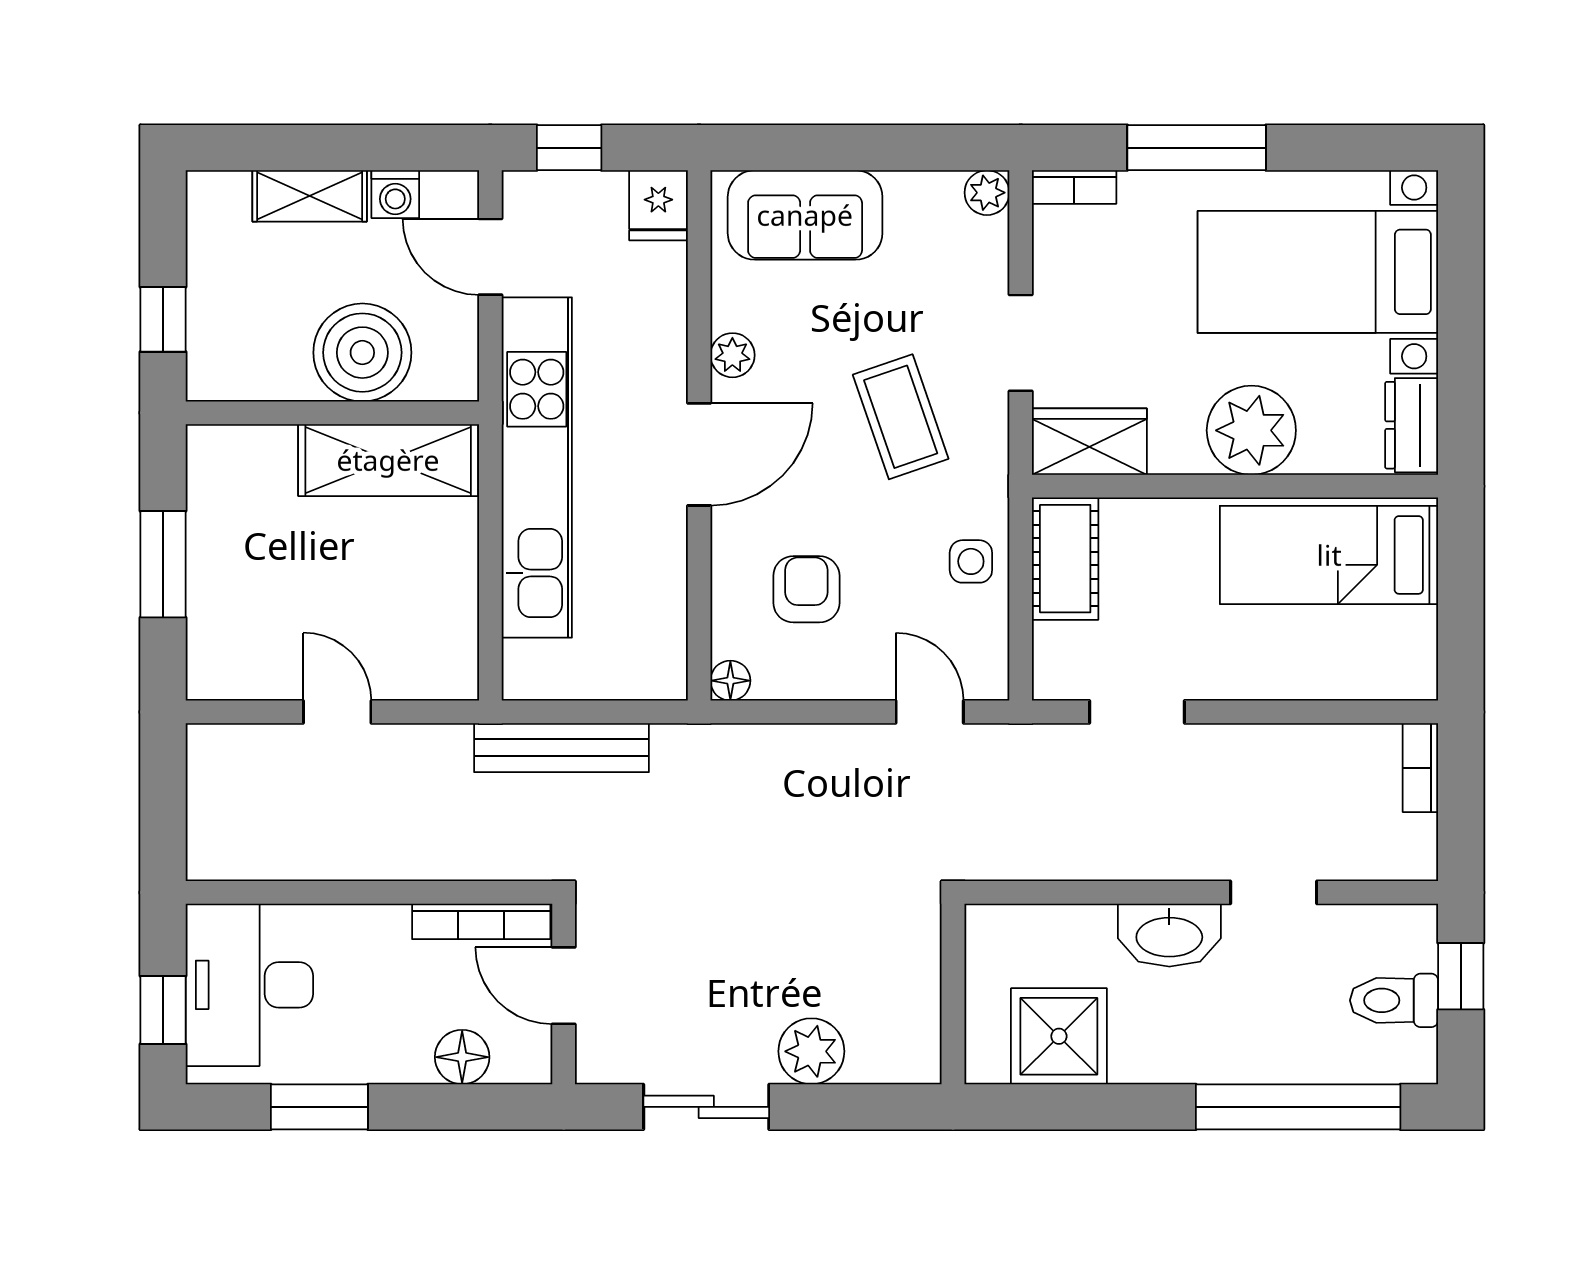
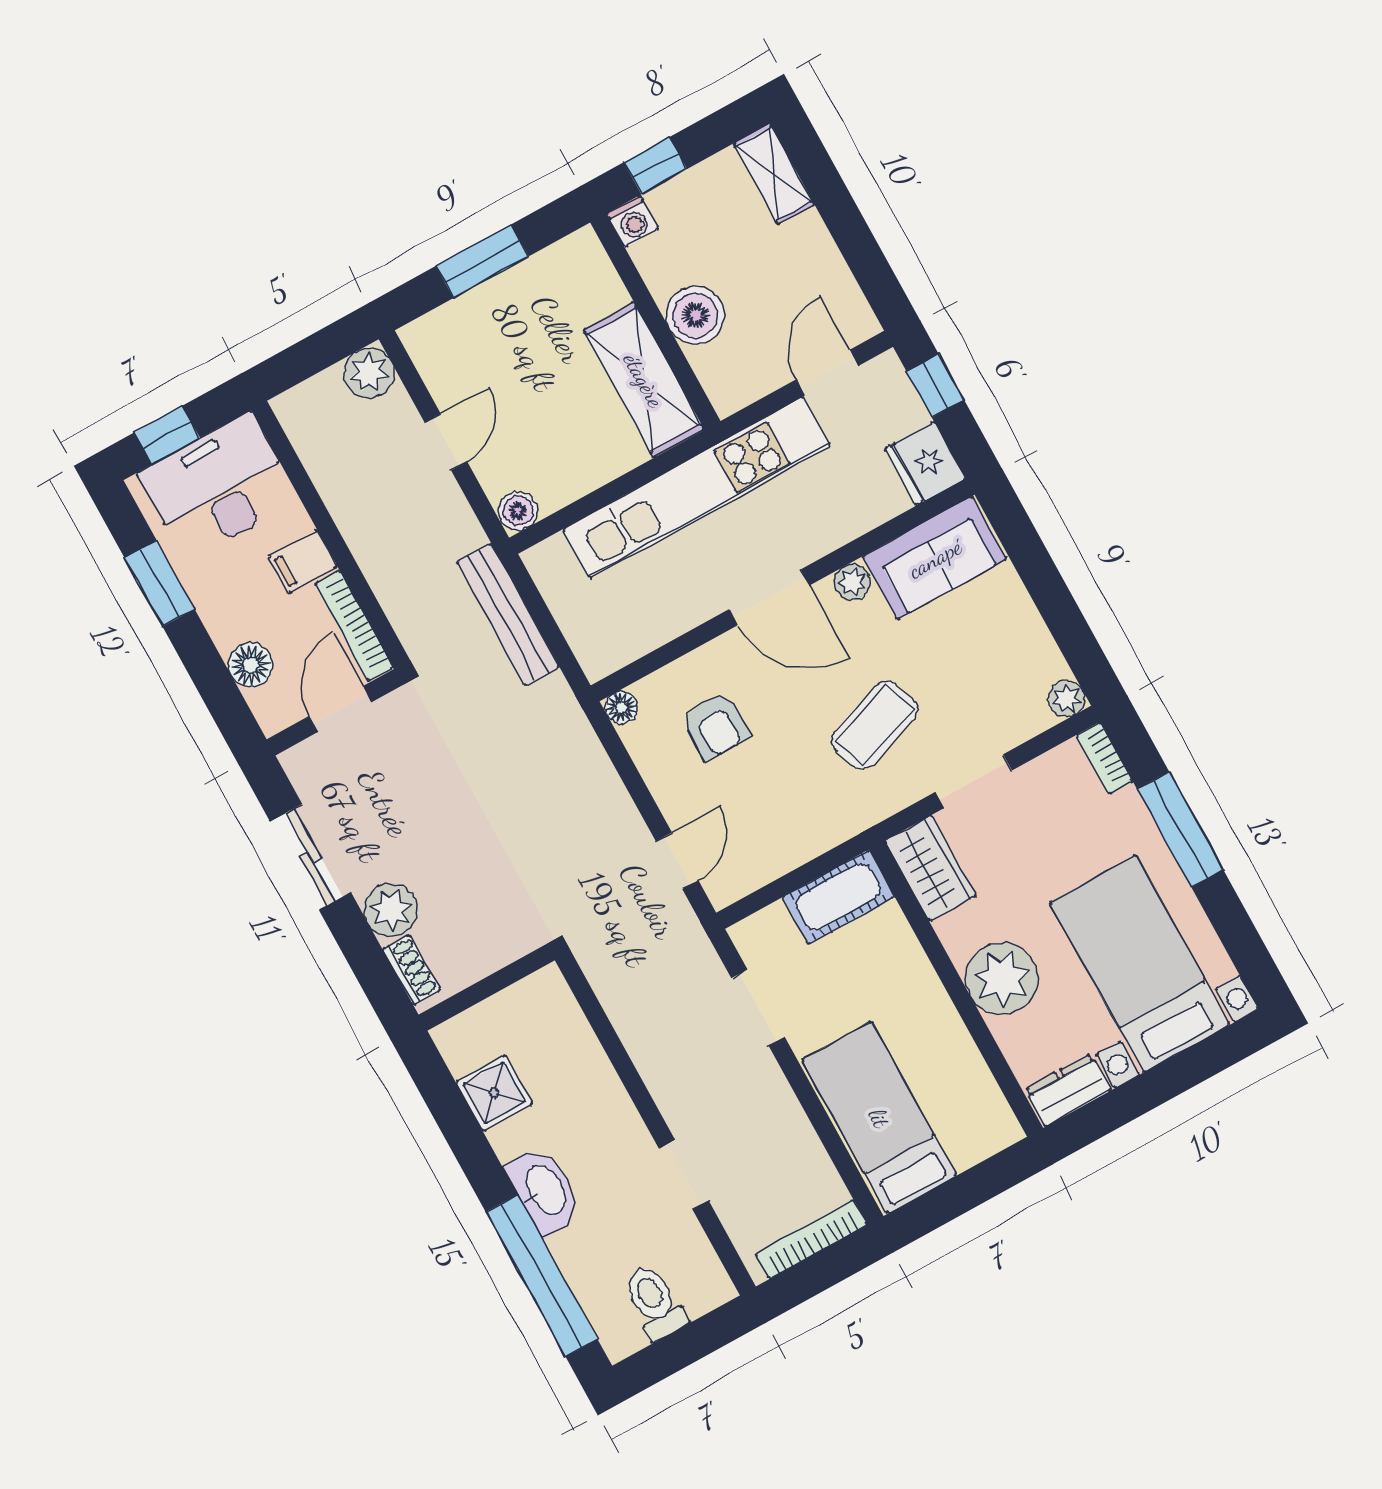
washing machine: (395, 194) -> (632, 221), moved, turned -90
shelving: (310, 196) -> (774, 174), moved
fridge: (658, 205) -> (925, 463), width x1.38
sofa: (805, 215) -> (935, 558), moved, turned -90
boiler: (362, 353) -> (695, 315), width x0.73, depth x0.73
bed: (1329, 555) -> (879, 1118), moved
side table: (971, 561) -> (800, 831), removed
armchair: (806, 589) -> (716, 726), turned 90
boiler: (455, 675) -> (518, 511), added
plant: (216, 754) -> (369, 373), added
bookcase: (1420, 768) -> (812, 1239), width x1.56
washbasin: (1169, 935) -> (544, 1190), moved, turned 180
filing cabinet: (381, 939) -> (303, 562), added
window: (1461, 976) -> (698, 1340), removed
shower: (1059, 1036) -> (494, 1093), width x0.73, depth x0.73
shoe rack: (889, 1065) -> (411, 970), added

